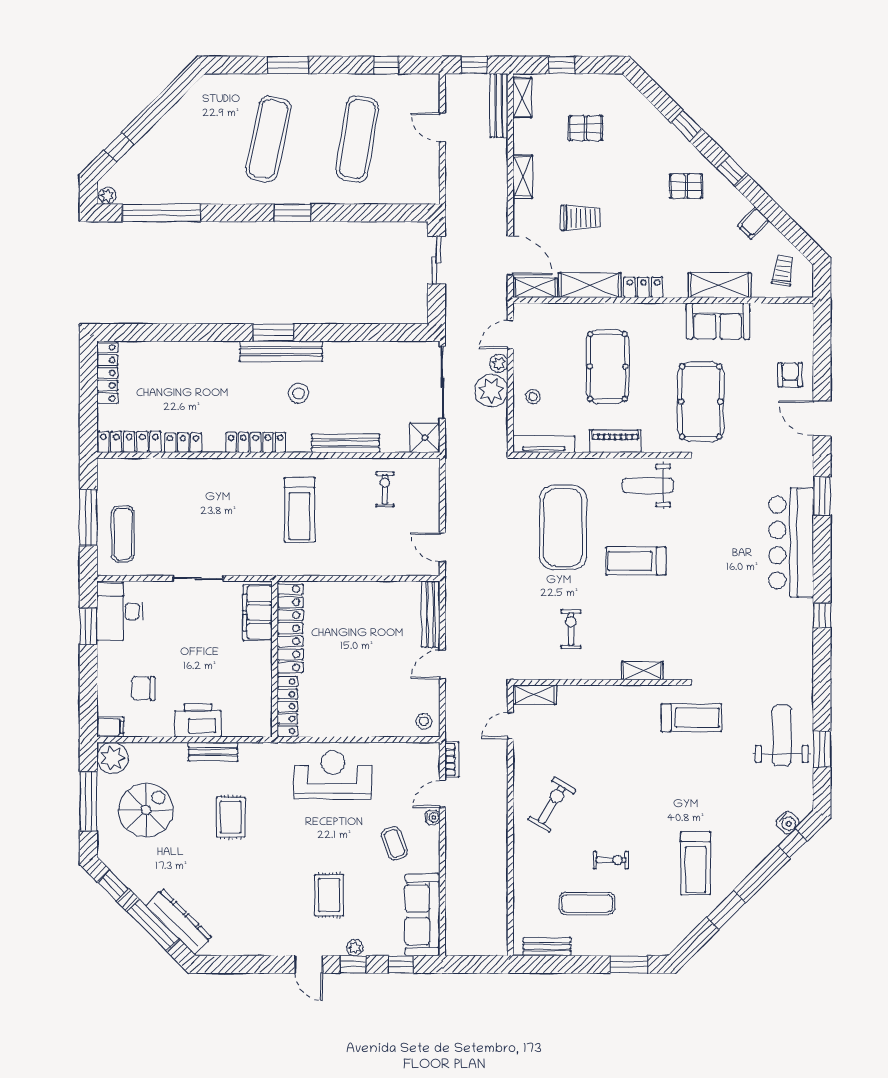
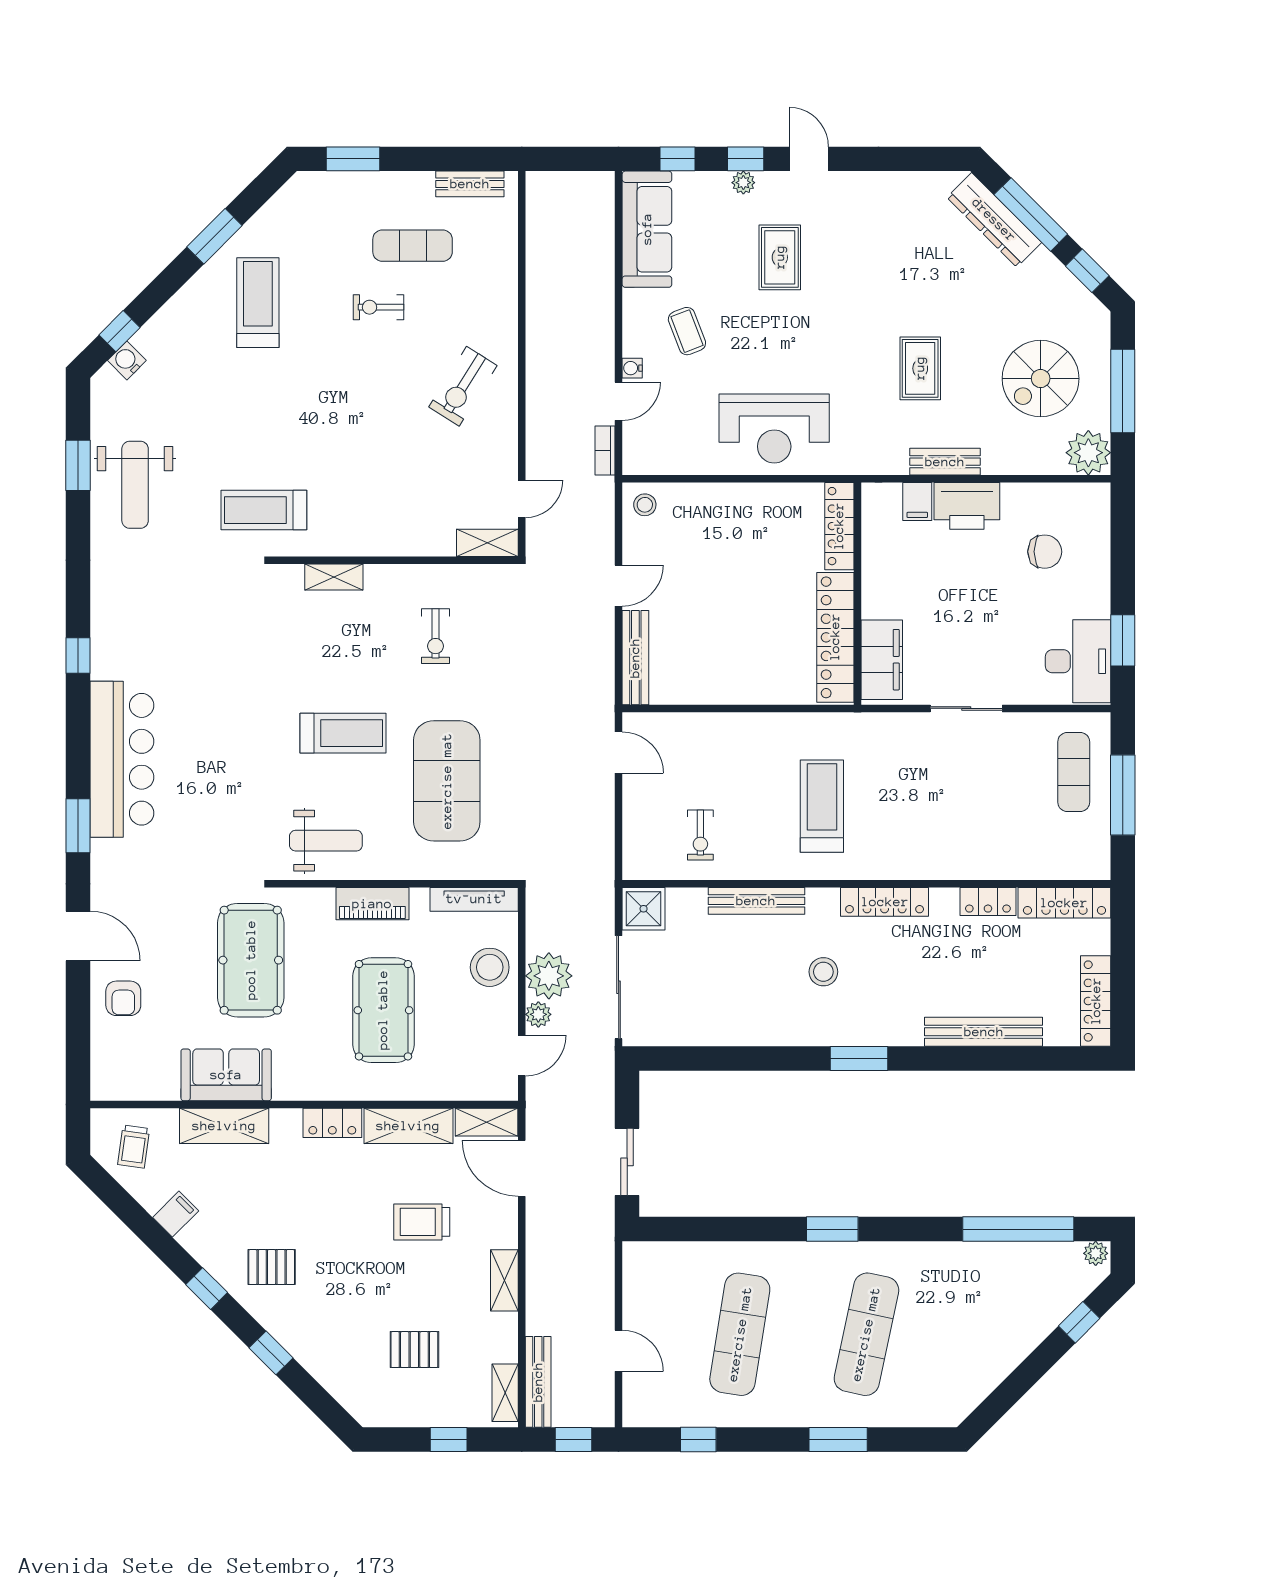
bench: (281, 351) -> (984, 1032), moved
stool: (533, 397) -> (490, 967), width x1.89, depth x1.89
filing cabinet: (110, 727) -> (917, 501), moved, turned -90

